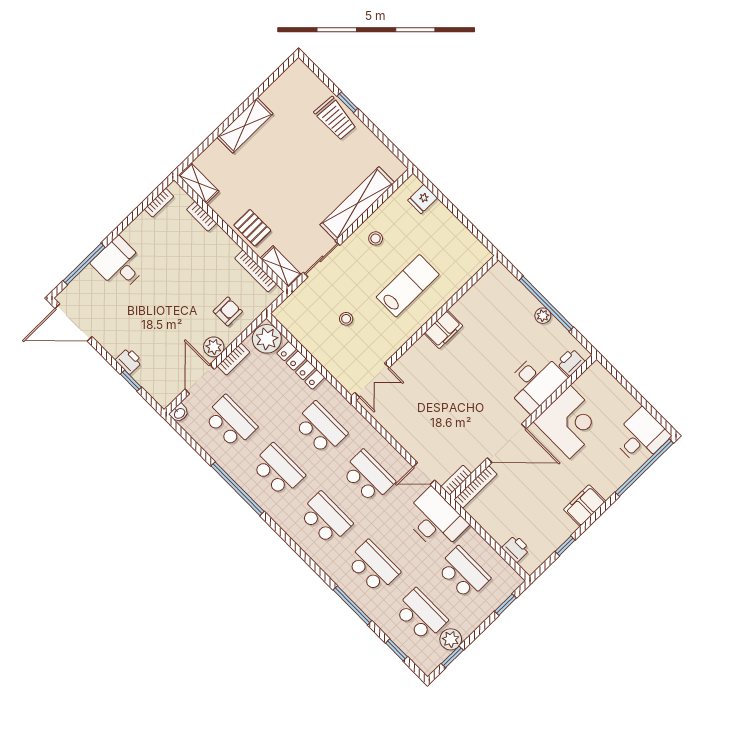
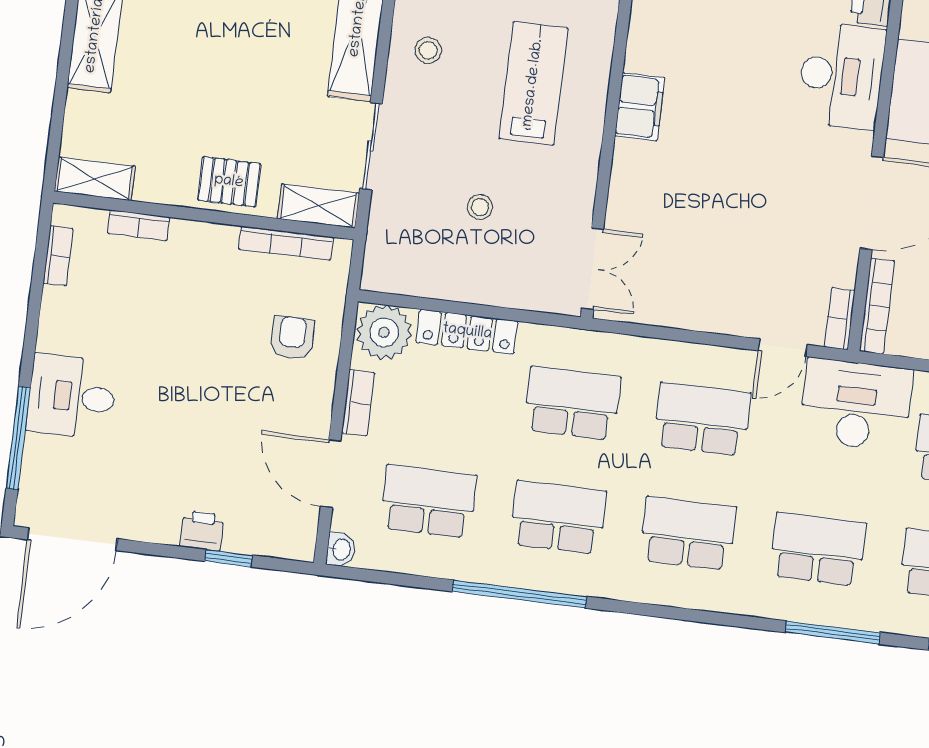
plant: (214, 347) -> (313, 408), removed

